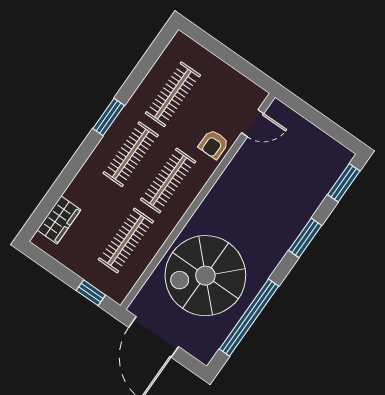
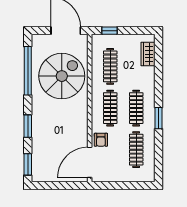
door: (253, 123) -> (90, 162), width x1.88
armchair: (214, 144) -> (101, 140), turned 180

